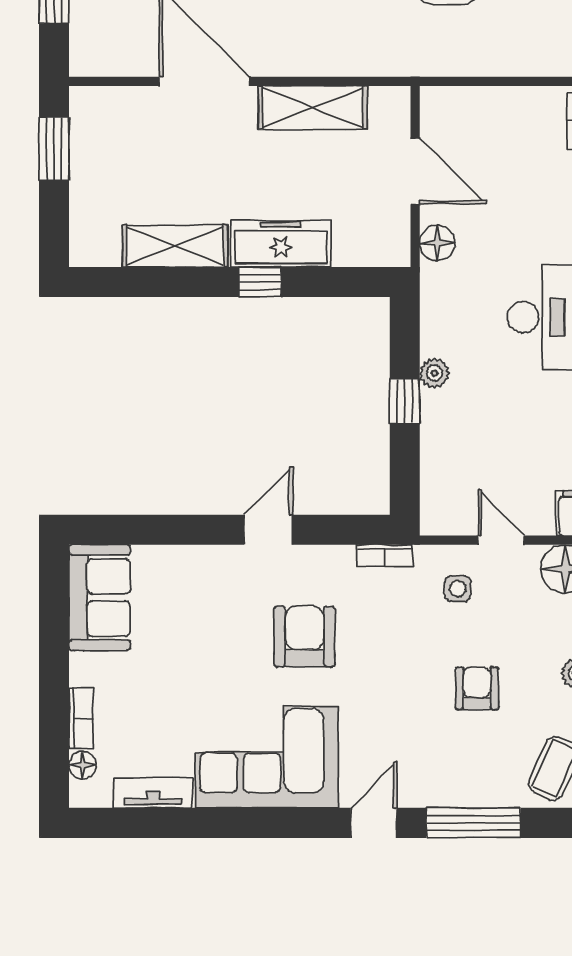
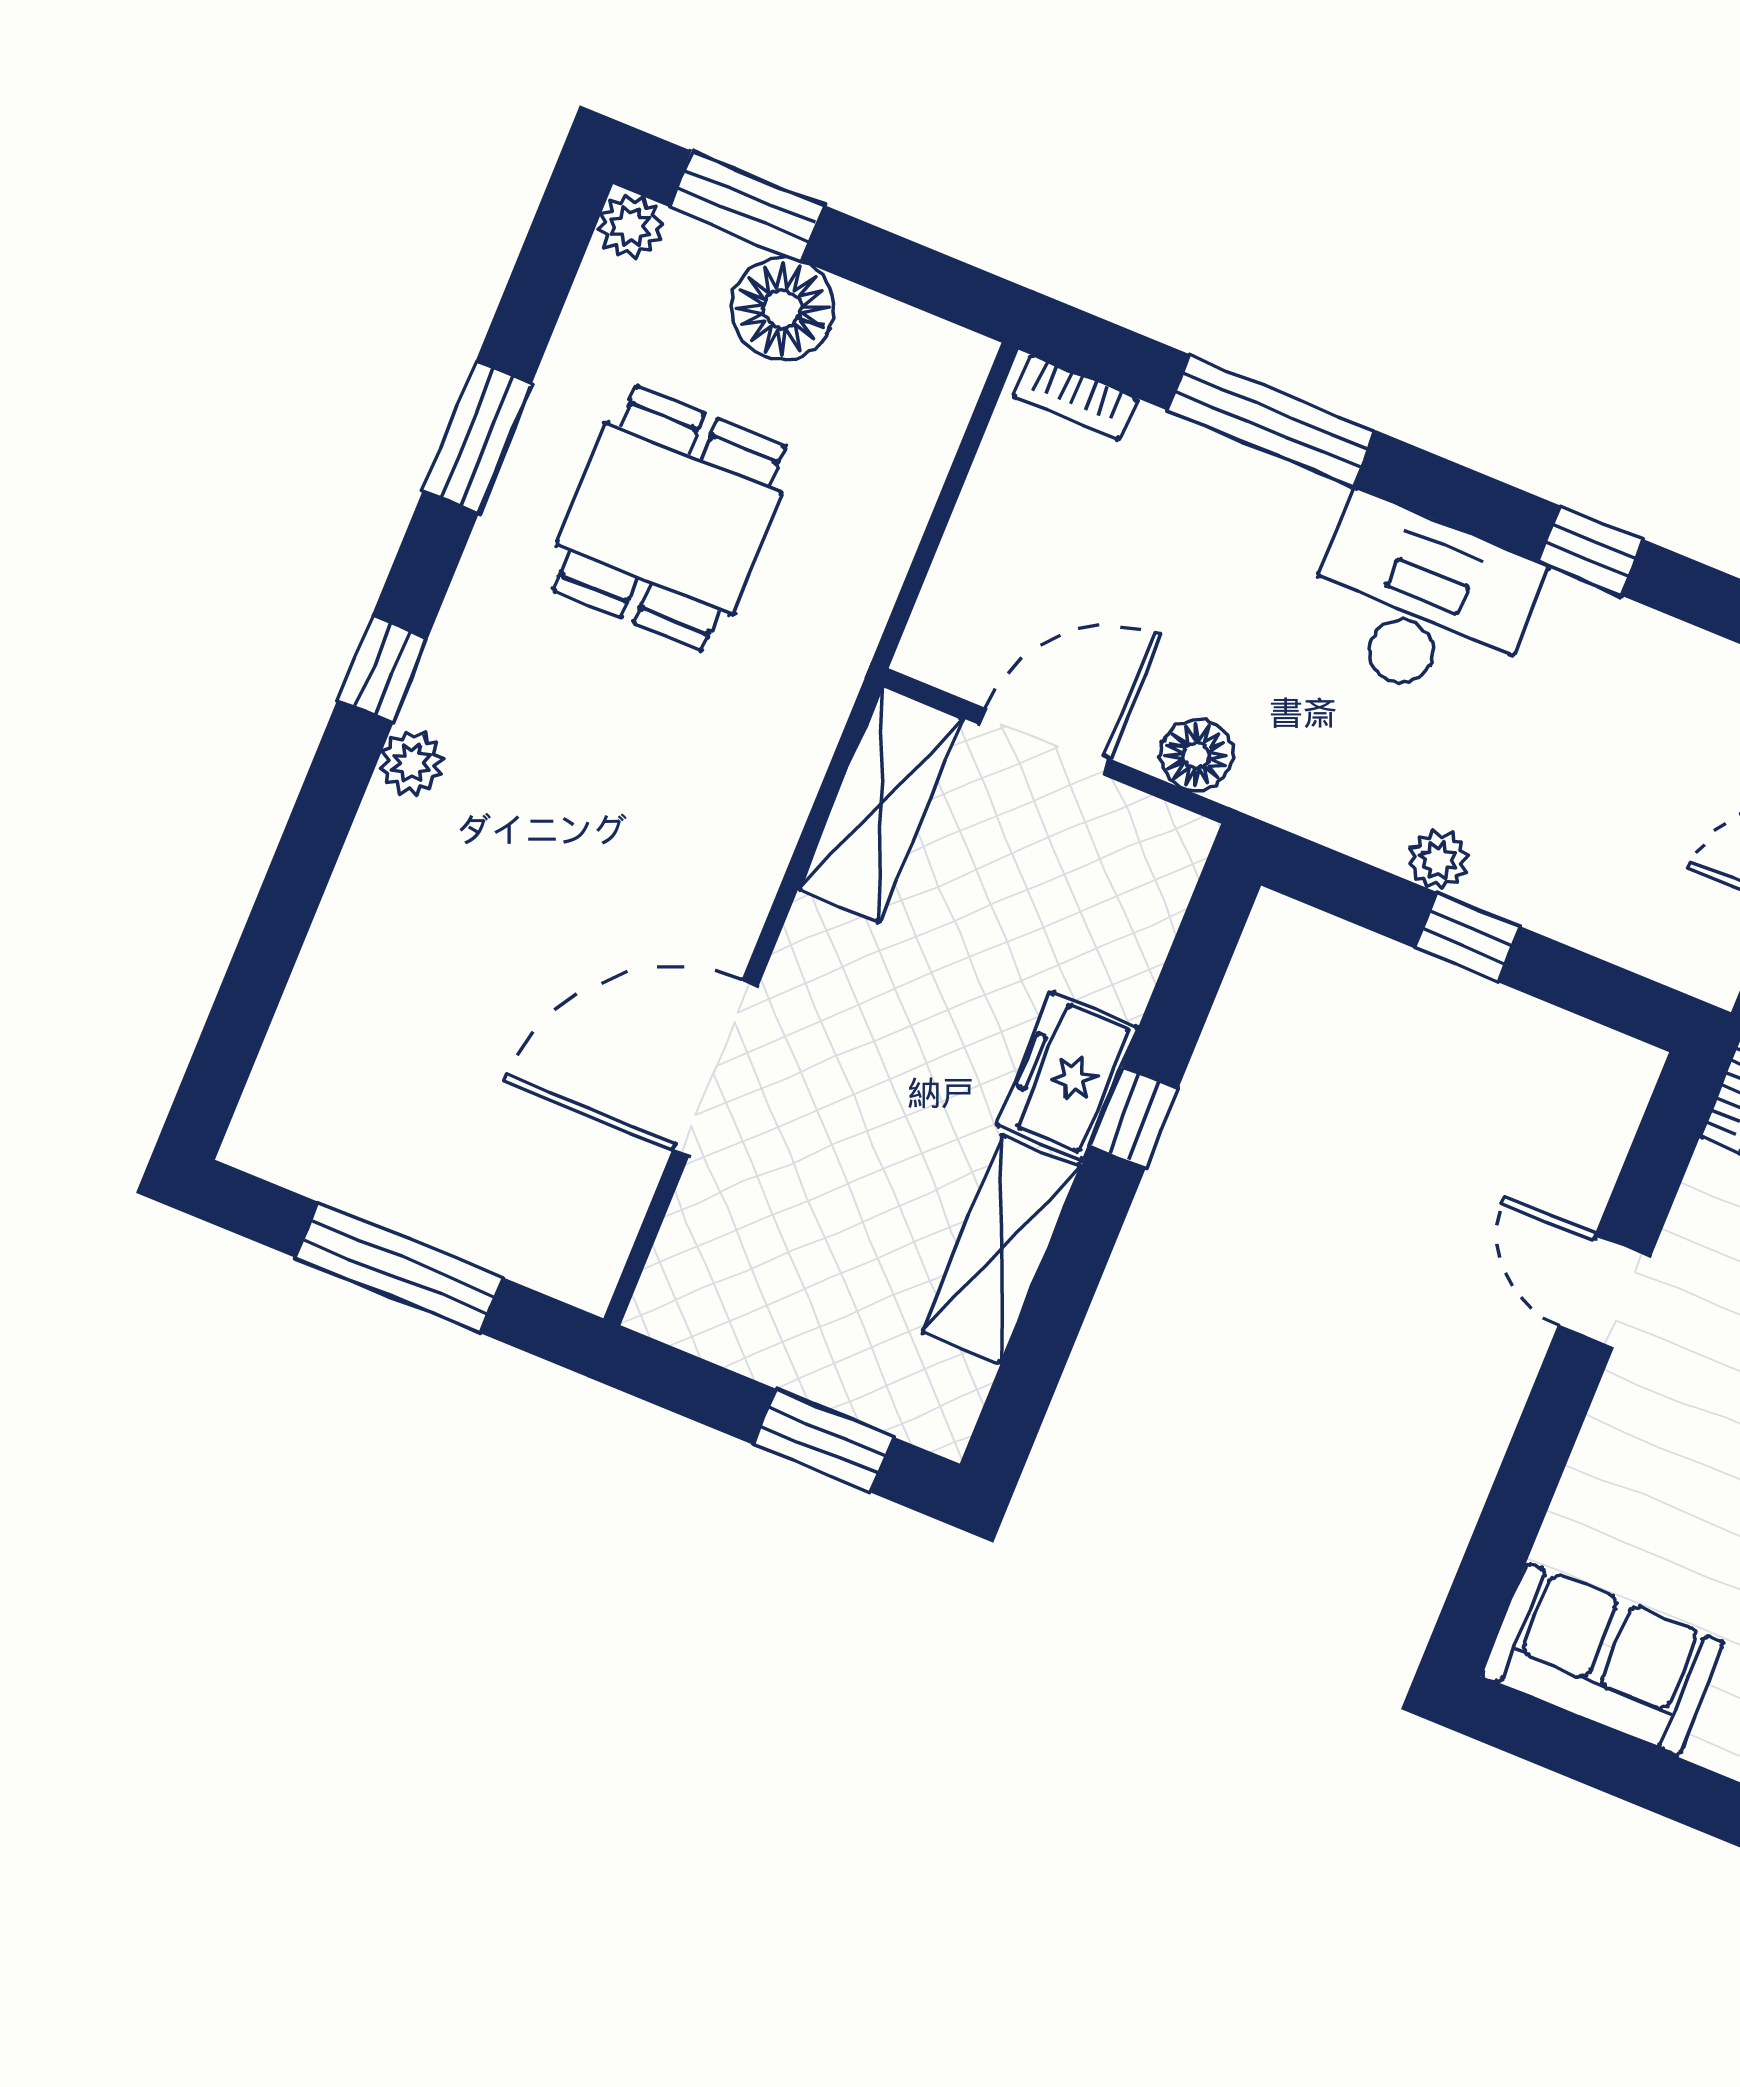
shelving: (313, 108) -> (881, 804), moved
window: (54, 149) -> (823, 1441), moved
freezer: (281, 244) -> (1067, 1076), width x0.71

